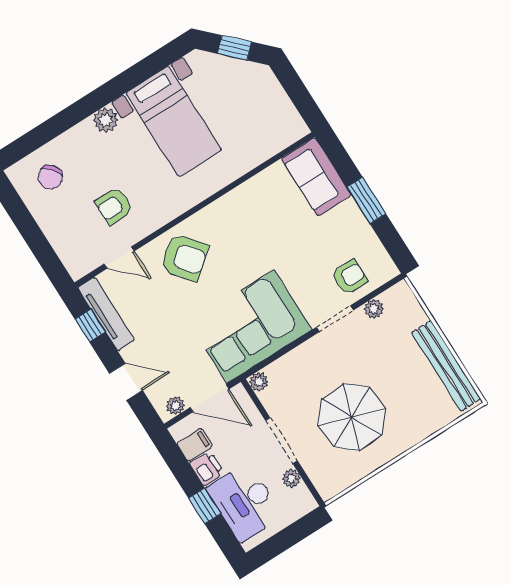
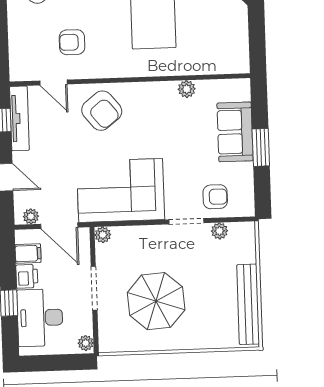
sofa: (316, 177) -> (235, 132), moved
plant: (257, 185) -> (187, 89), added
plant: (291, 479) -> (86, 343), moved

